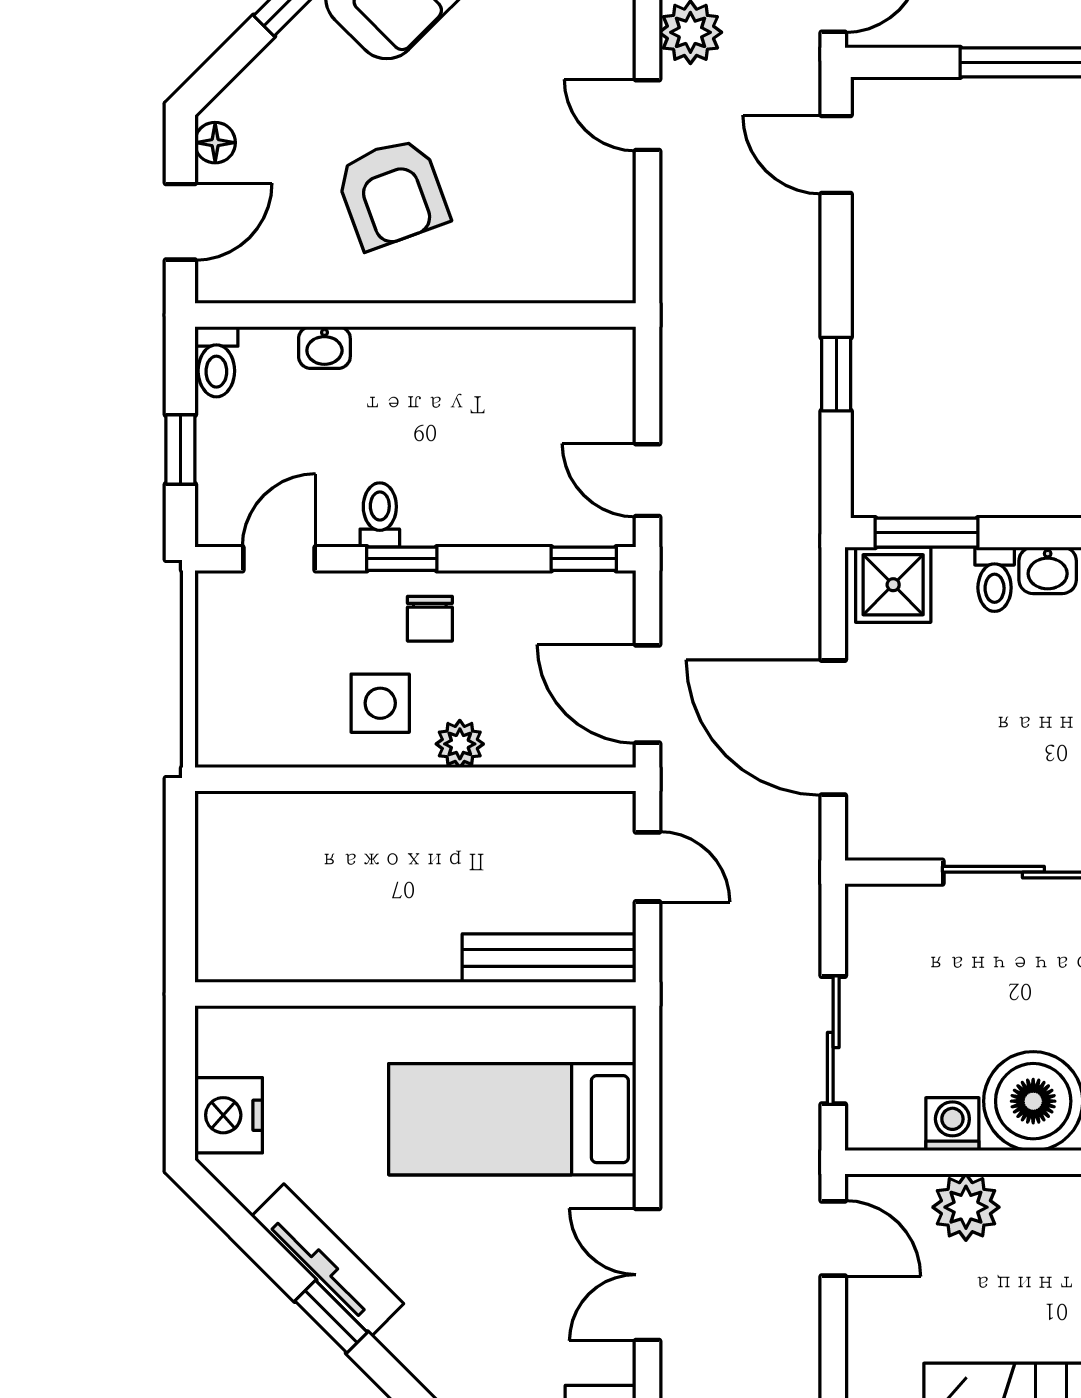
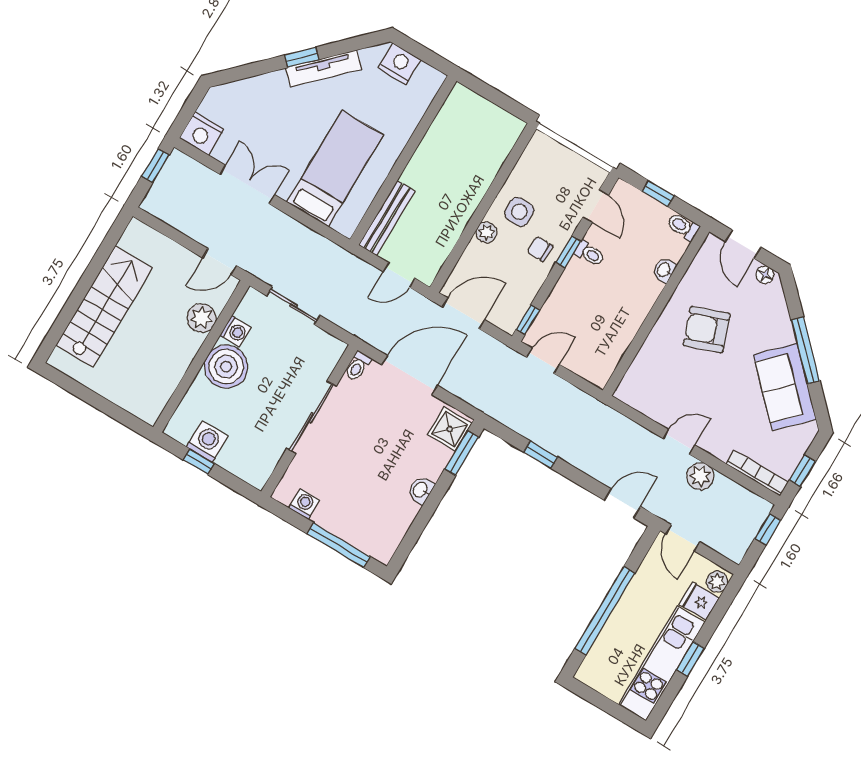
toilet: (995, 579) -> (358, 366), moved, turned -90

